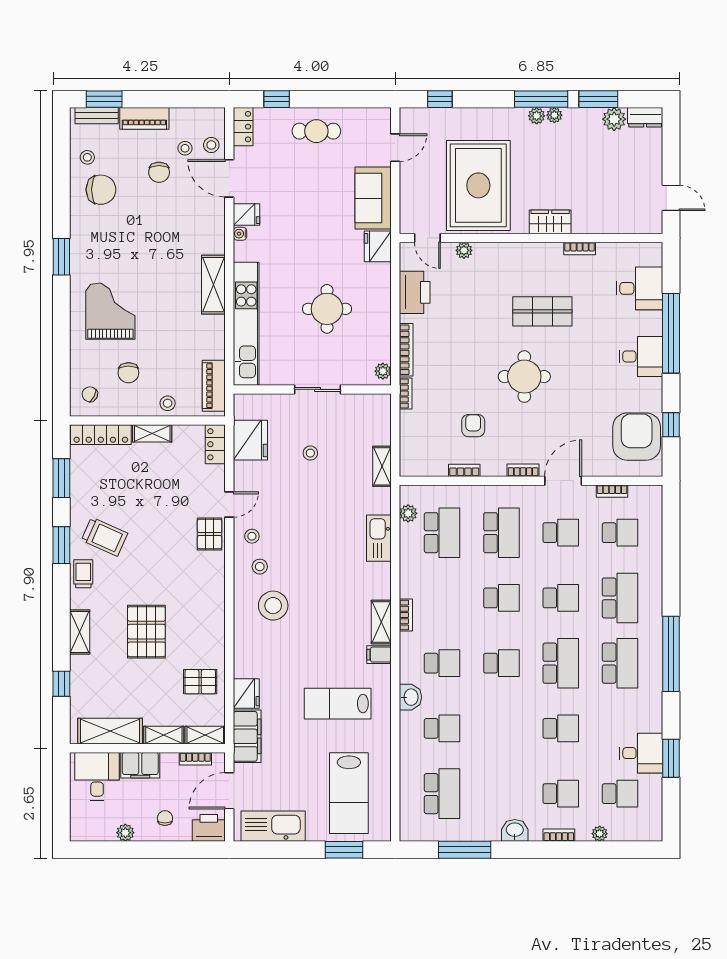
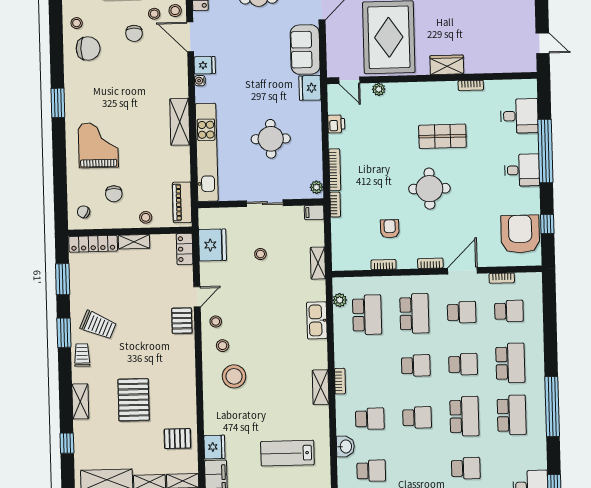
printer: (415, 292) -> (336, 124), width x0.53, depth x0.68
filing cabinet: (379, 655) -> (314, 212), moved

